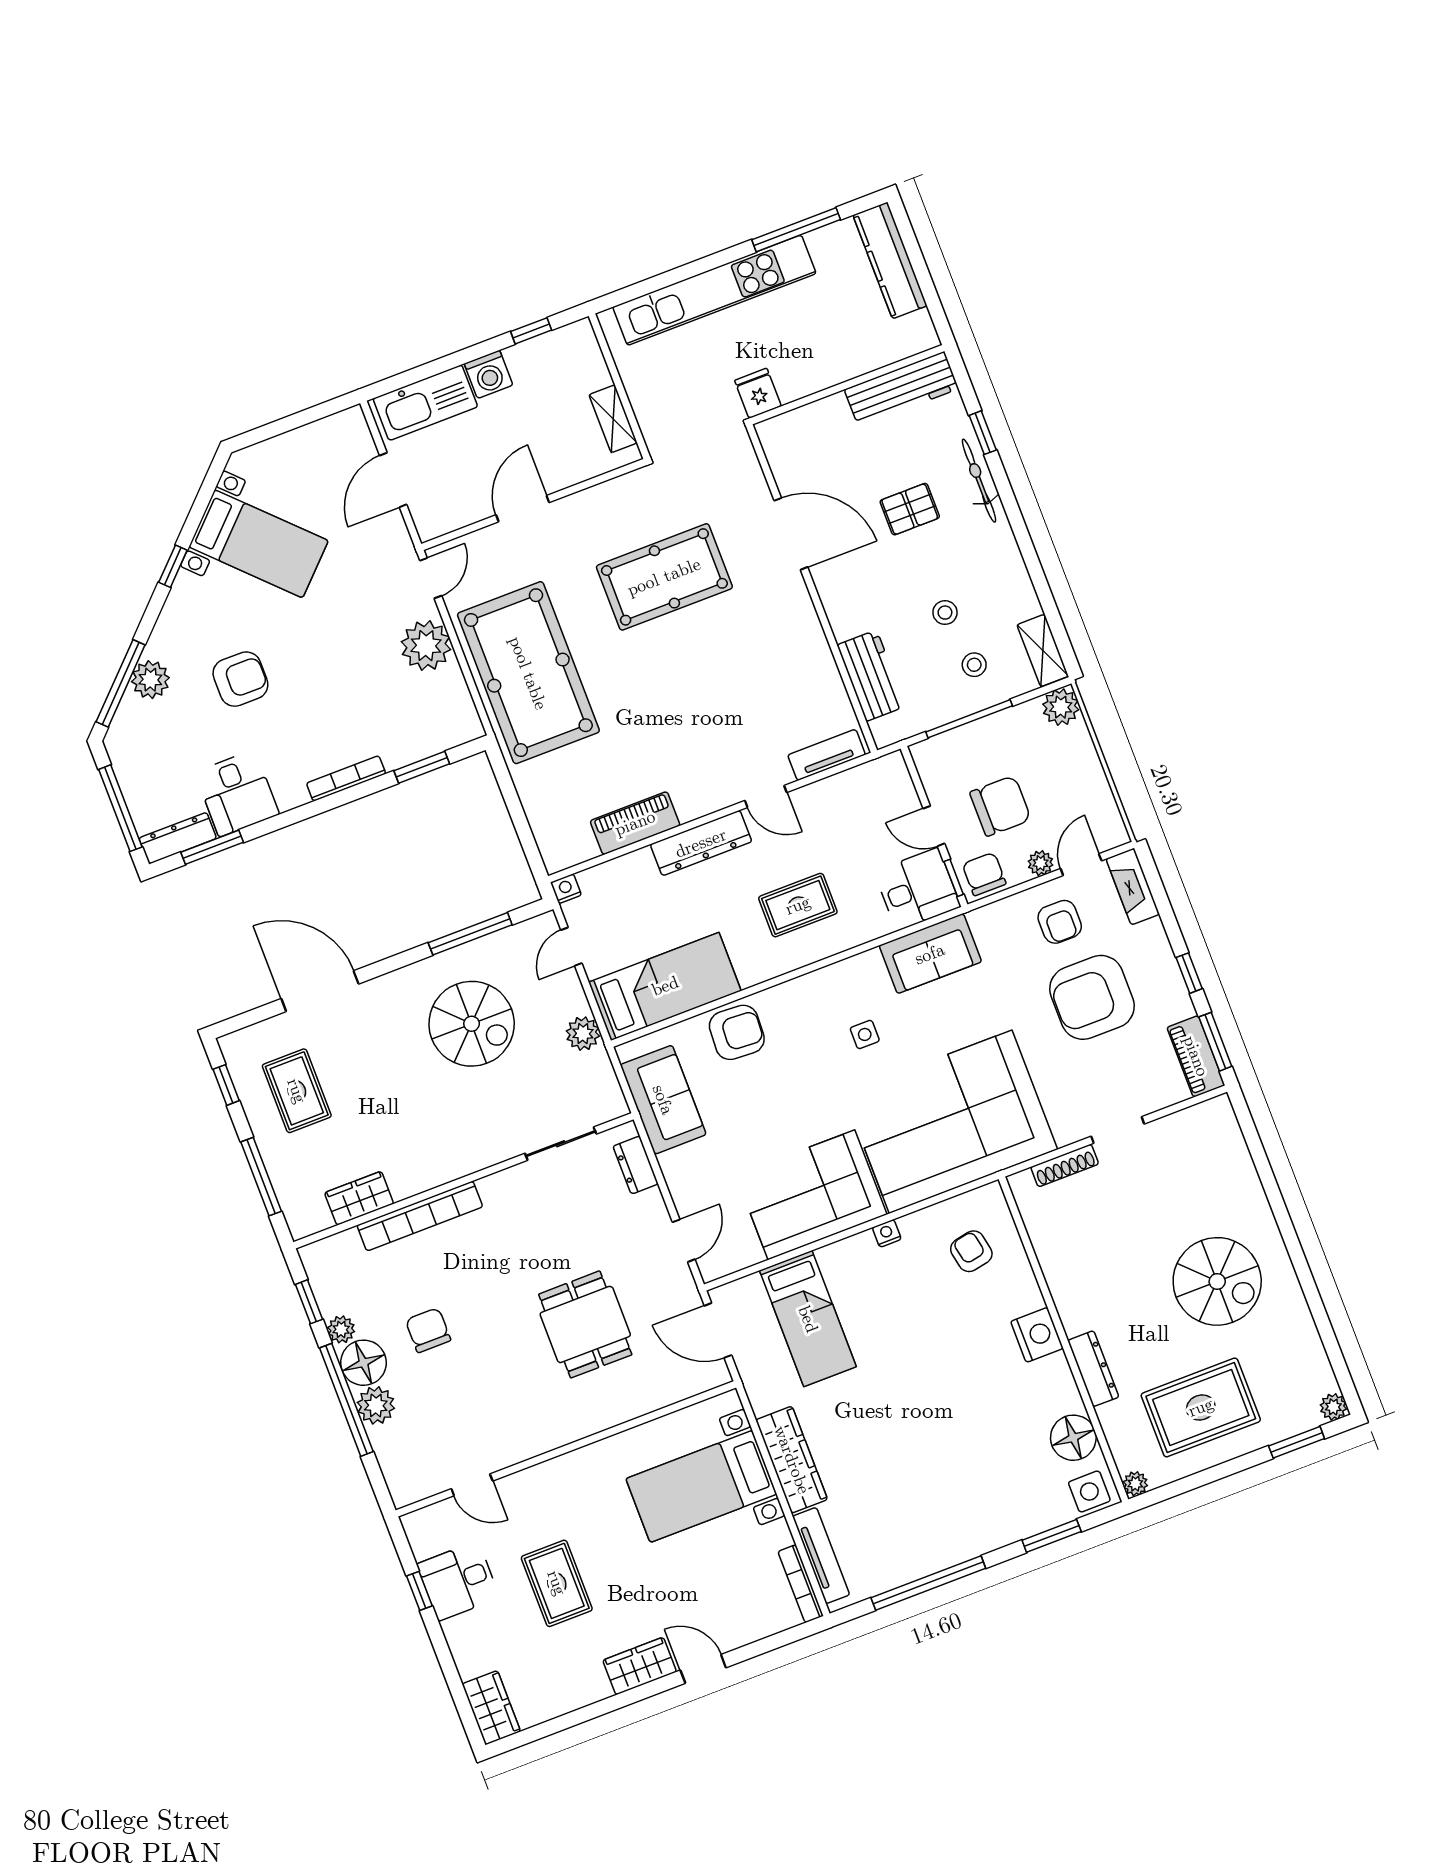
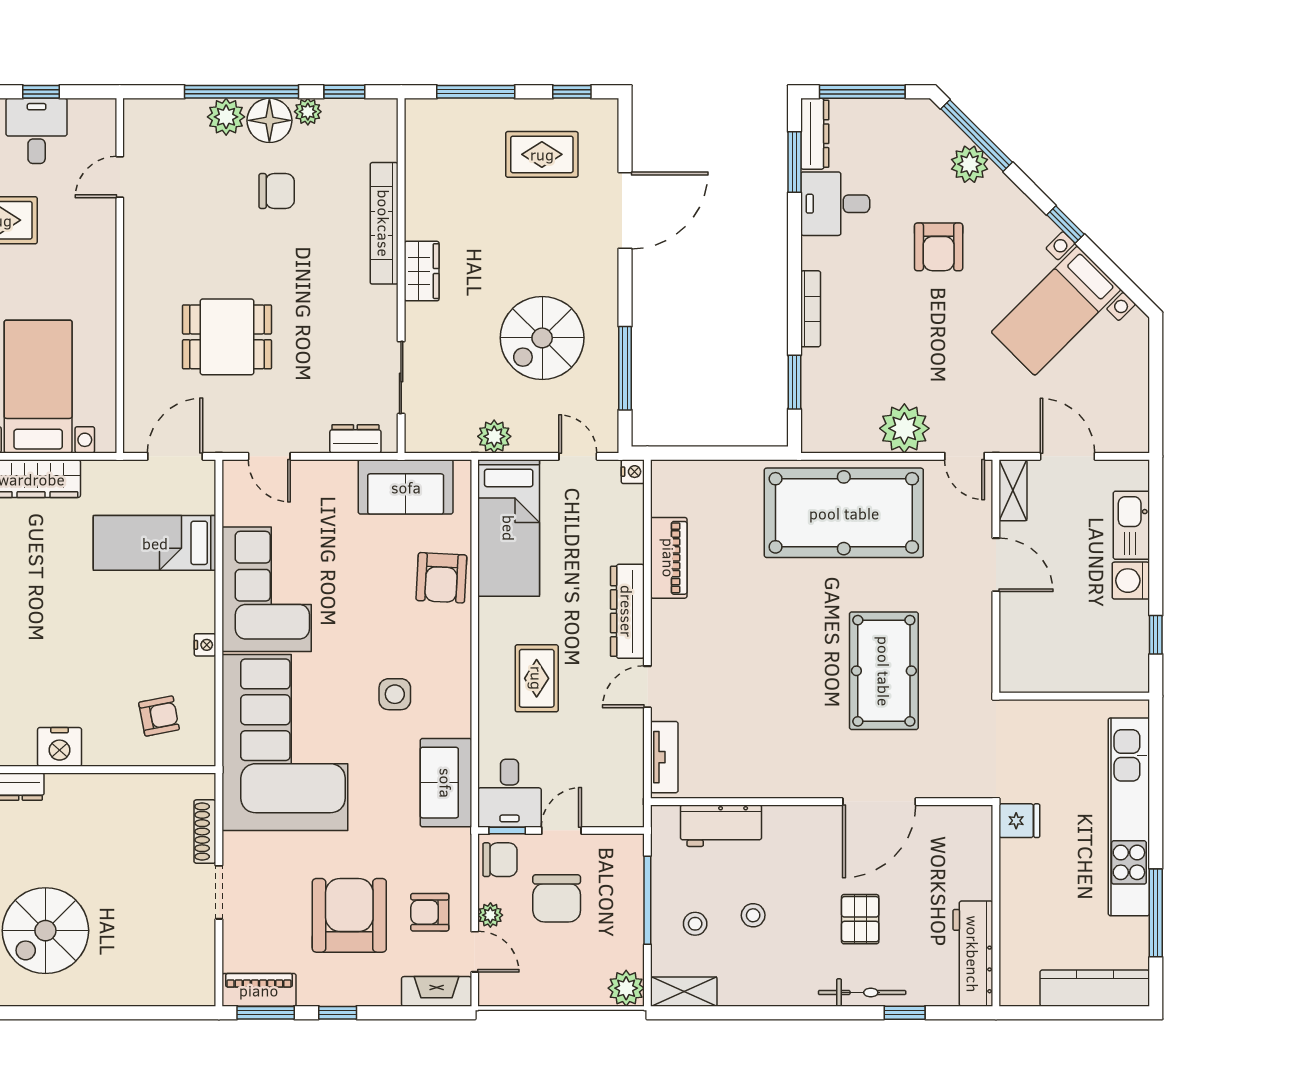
kitchen sink: (425, 403) -> (1131, 525), width x0.73, depth x0.81
shelving: (613, 419) -> (1013, 490), moved, turned 90
side table: (865, 1034) -> (395, 694), width x1.37, depth x1.37
wardrobe: (359, 1198) -> (422, 271), moved

